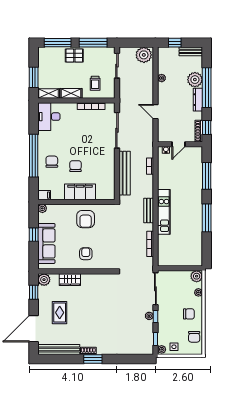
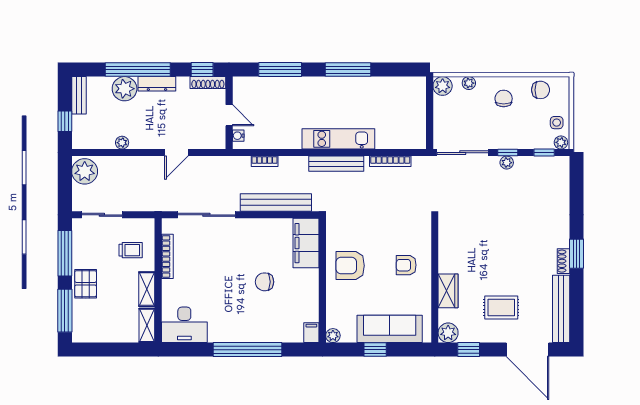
window: (34, 77) -> (121, 350), removed
chair: (52, 162) -> (257, 320), removed
filing cabinet: (80, 192) -> (306, 243), moved
bench: (149, 210) -> (336, 164), width x1.36
armchair: (86, 219) -> (350, 266), turned 180

